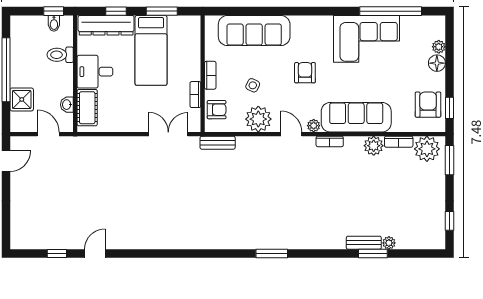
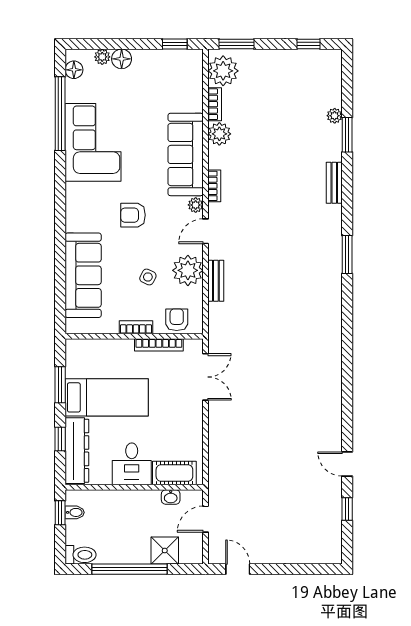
floor lamp: (428, 23) -> (74, 70), added
toilet: (60, 55) -> (81, 555), moved, turned -90
bookcase: (195, 95) -> (159, 345), width x1.56
armchair: (428, 105) -> (171, 69), removed
double door: (168, 134) -> (206, 377), swing flipped
bench: (218, 143) -> (216, 281), moved
bench: (364, 243) -> (334, 183), moved

